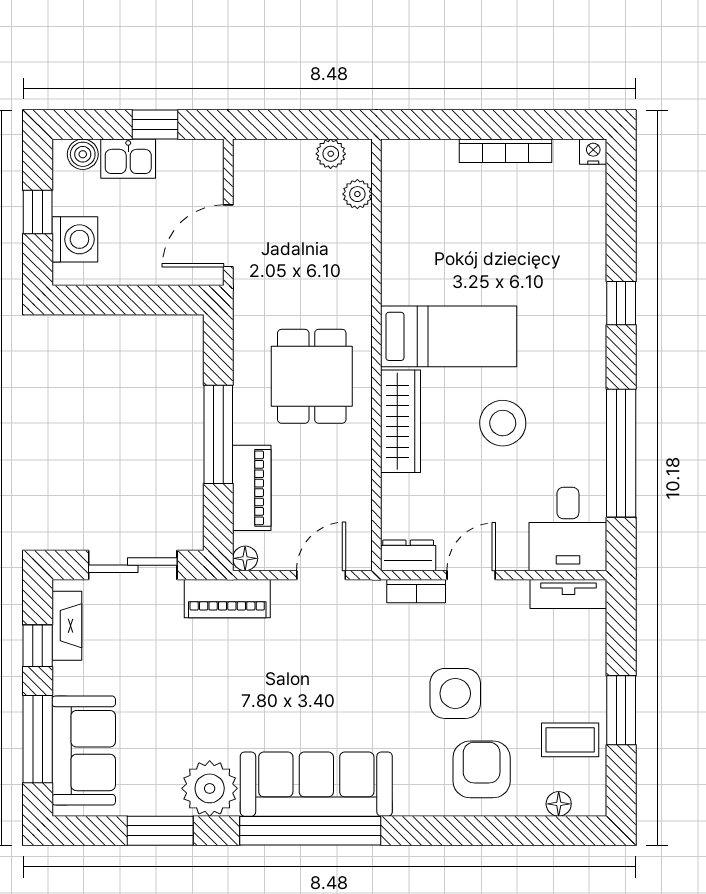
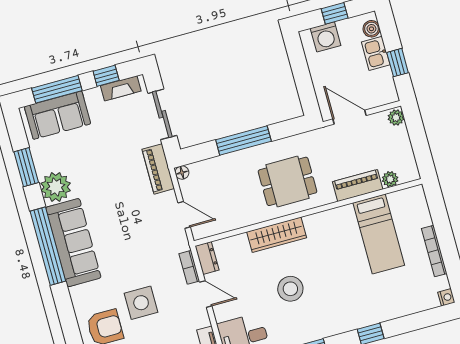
plant: (331, 154) -> (396, 117), moved
bed: (449, 336) -> (379, 234), moved
piano: (252, 488) -> (358, 186), moved, turned 180

